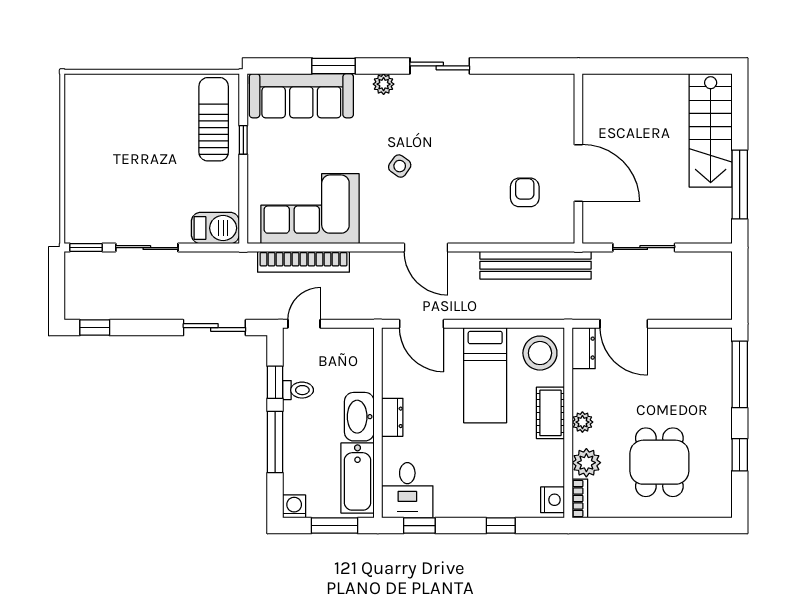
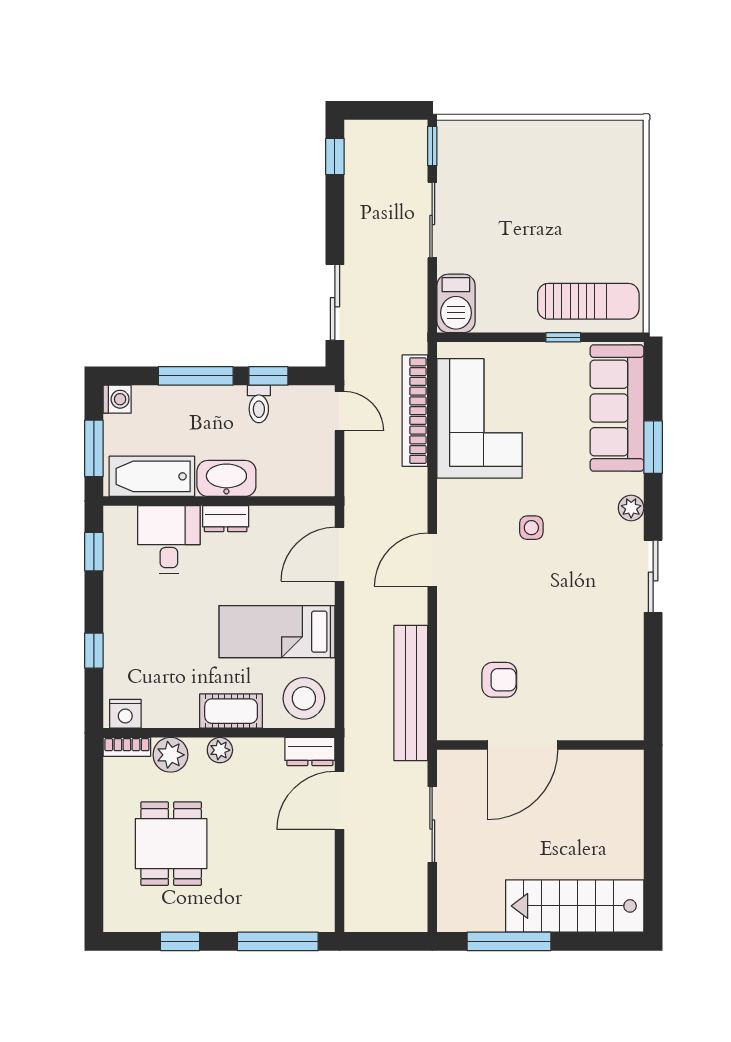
side table: (400, 166) -> (531, 528), turned -35
dining table: (659, 462) -> (171, 844), turned 90
desk: (407, 490) -> (169, 539), moved, turned 90

